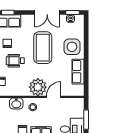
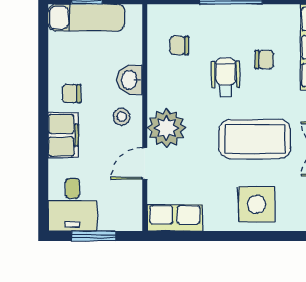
row of seats: (78, 72) -> (175, 218), moved
door: (54, 97) -> (145, 163), swing flipped

